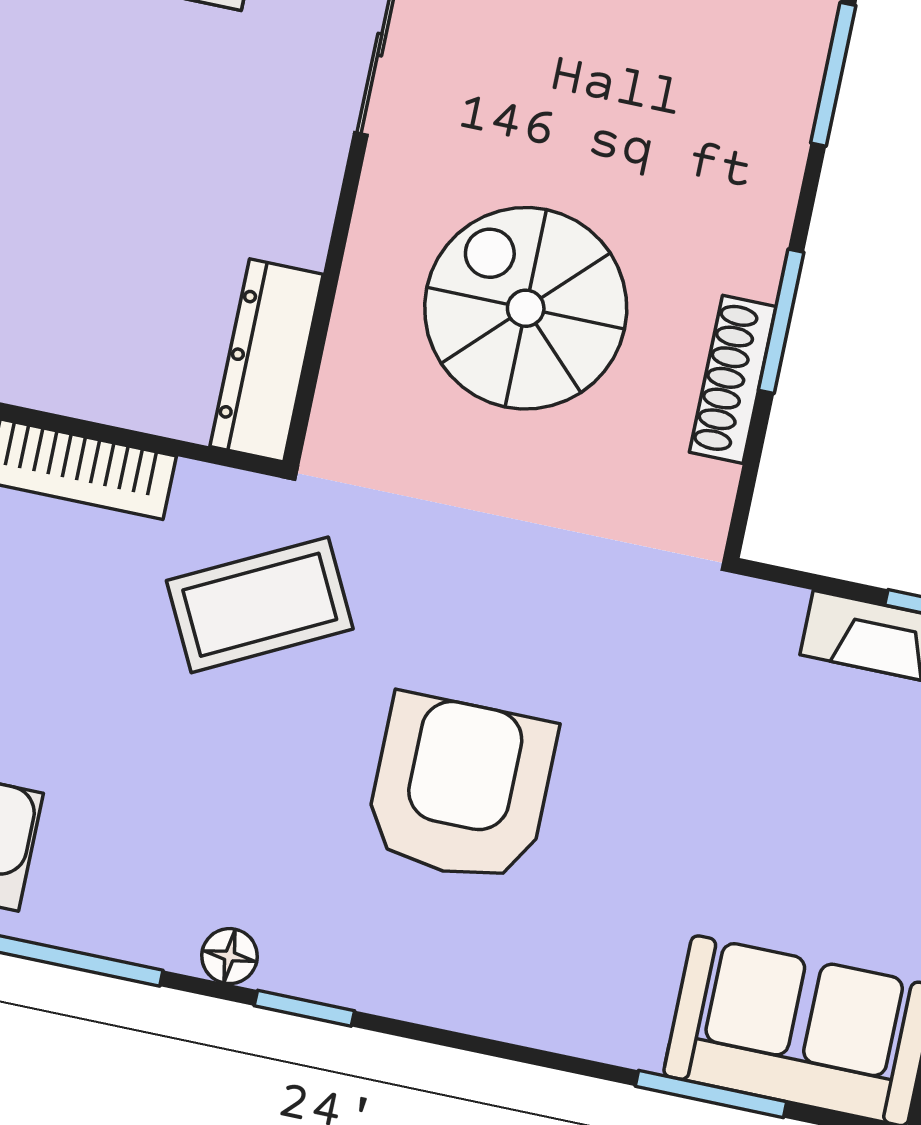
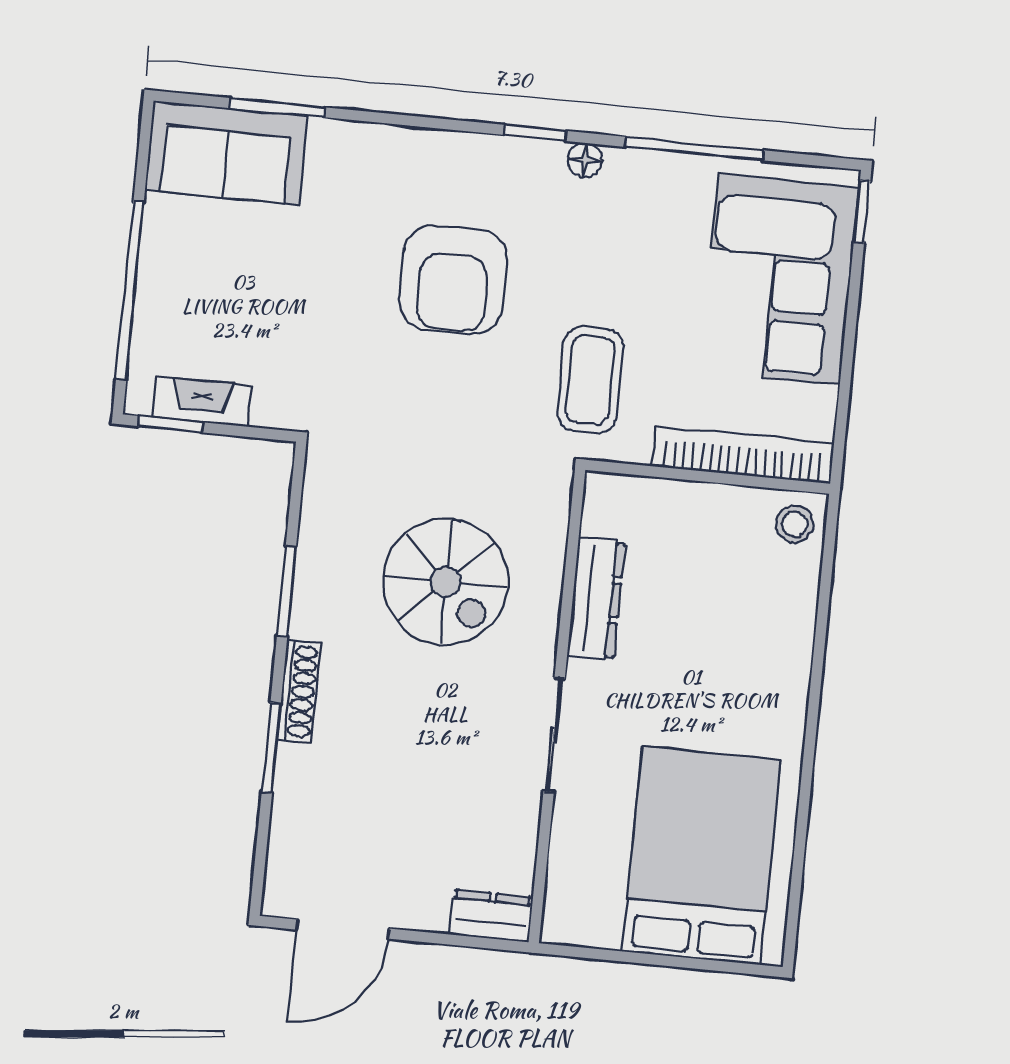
dresser: (267, 360) -> (596, 598), moved
shoe rack: (733, 379) -> (299, 691), moved
coffee table: (260, 605) -> (590, 380), turned -63

